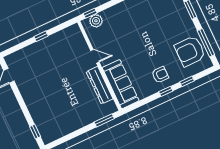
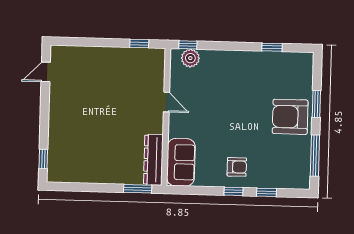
window: (41, 36) -> (139, 44), moved
armchair: (190, 51) -> (290, 117), moved
sofa: (121, 84) -> (181, 162), width x0.73
dresser: (100, 85) -> (153, 160), moved

